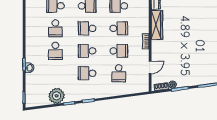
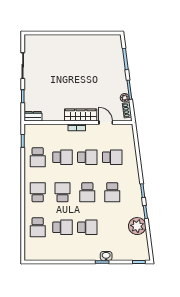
wardrobe: (157, 25) -> (81, 115), moved
school desk: (87, 28) -> (63, 192), turned 180
school desk: (119, 28) -> (63, 157), turned 90
school desk: (119, 51) -> (87, 157), turned 90

